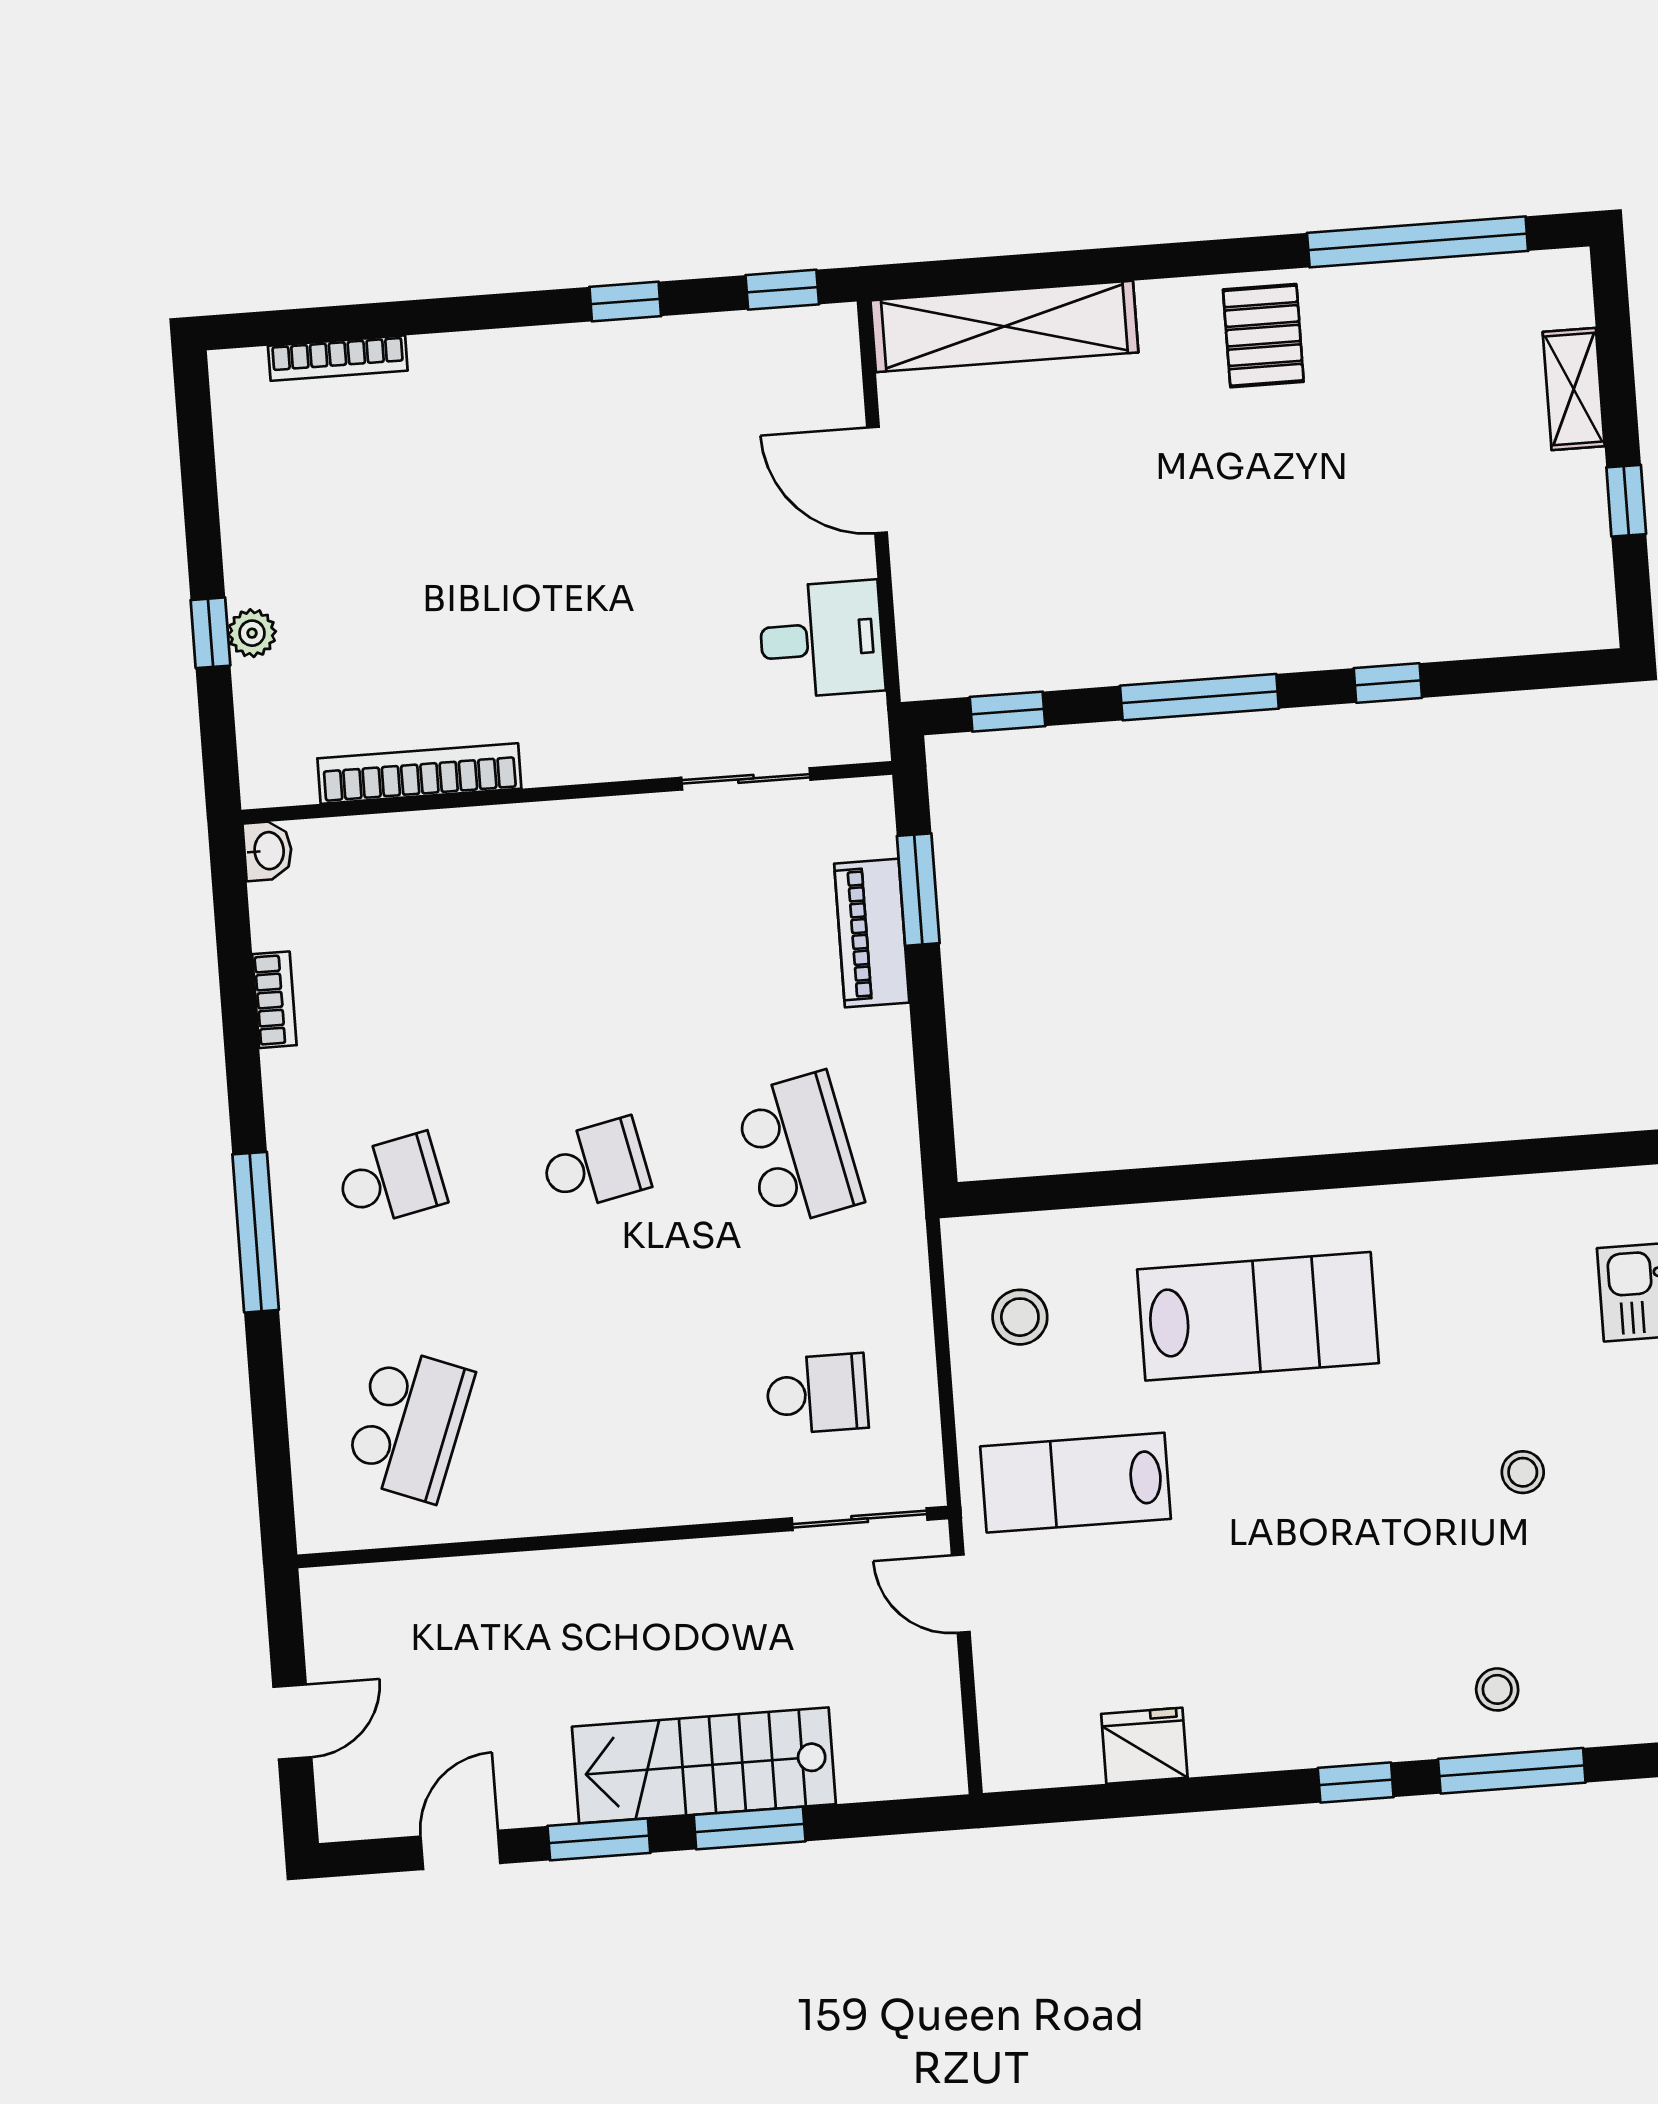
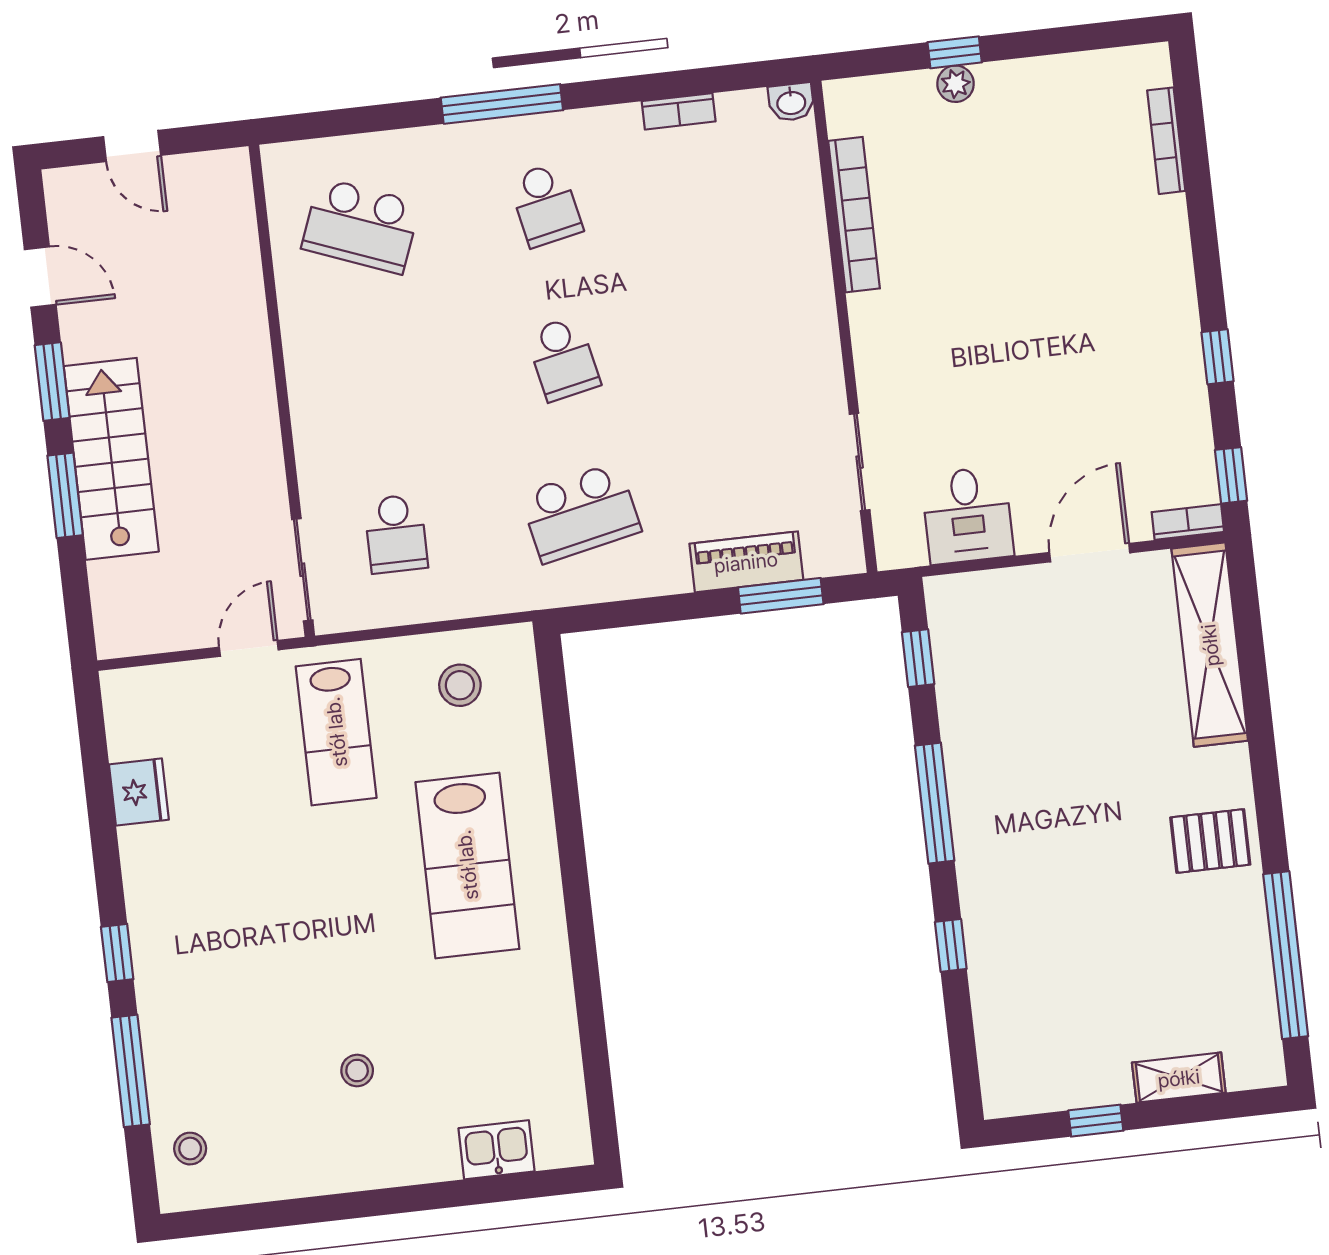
bookcase: (842, 349) -> (1188, 522), added
lab bench: (1076, 1483) -> (336, 732), turned 180
stool: (1497, 1689) -> (190, 1149), moved

